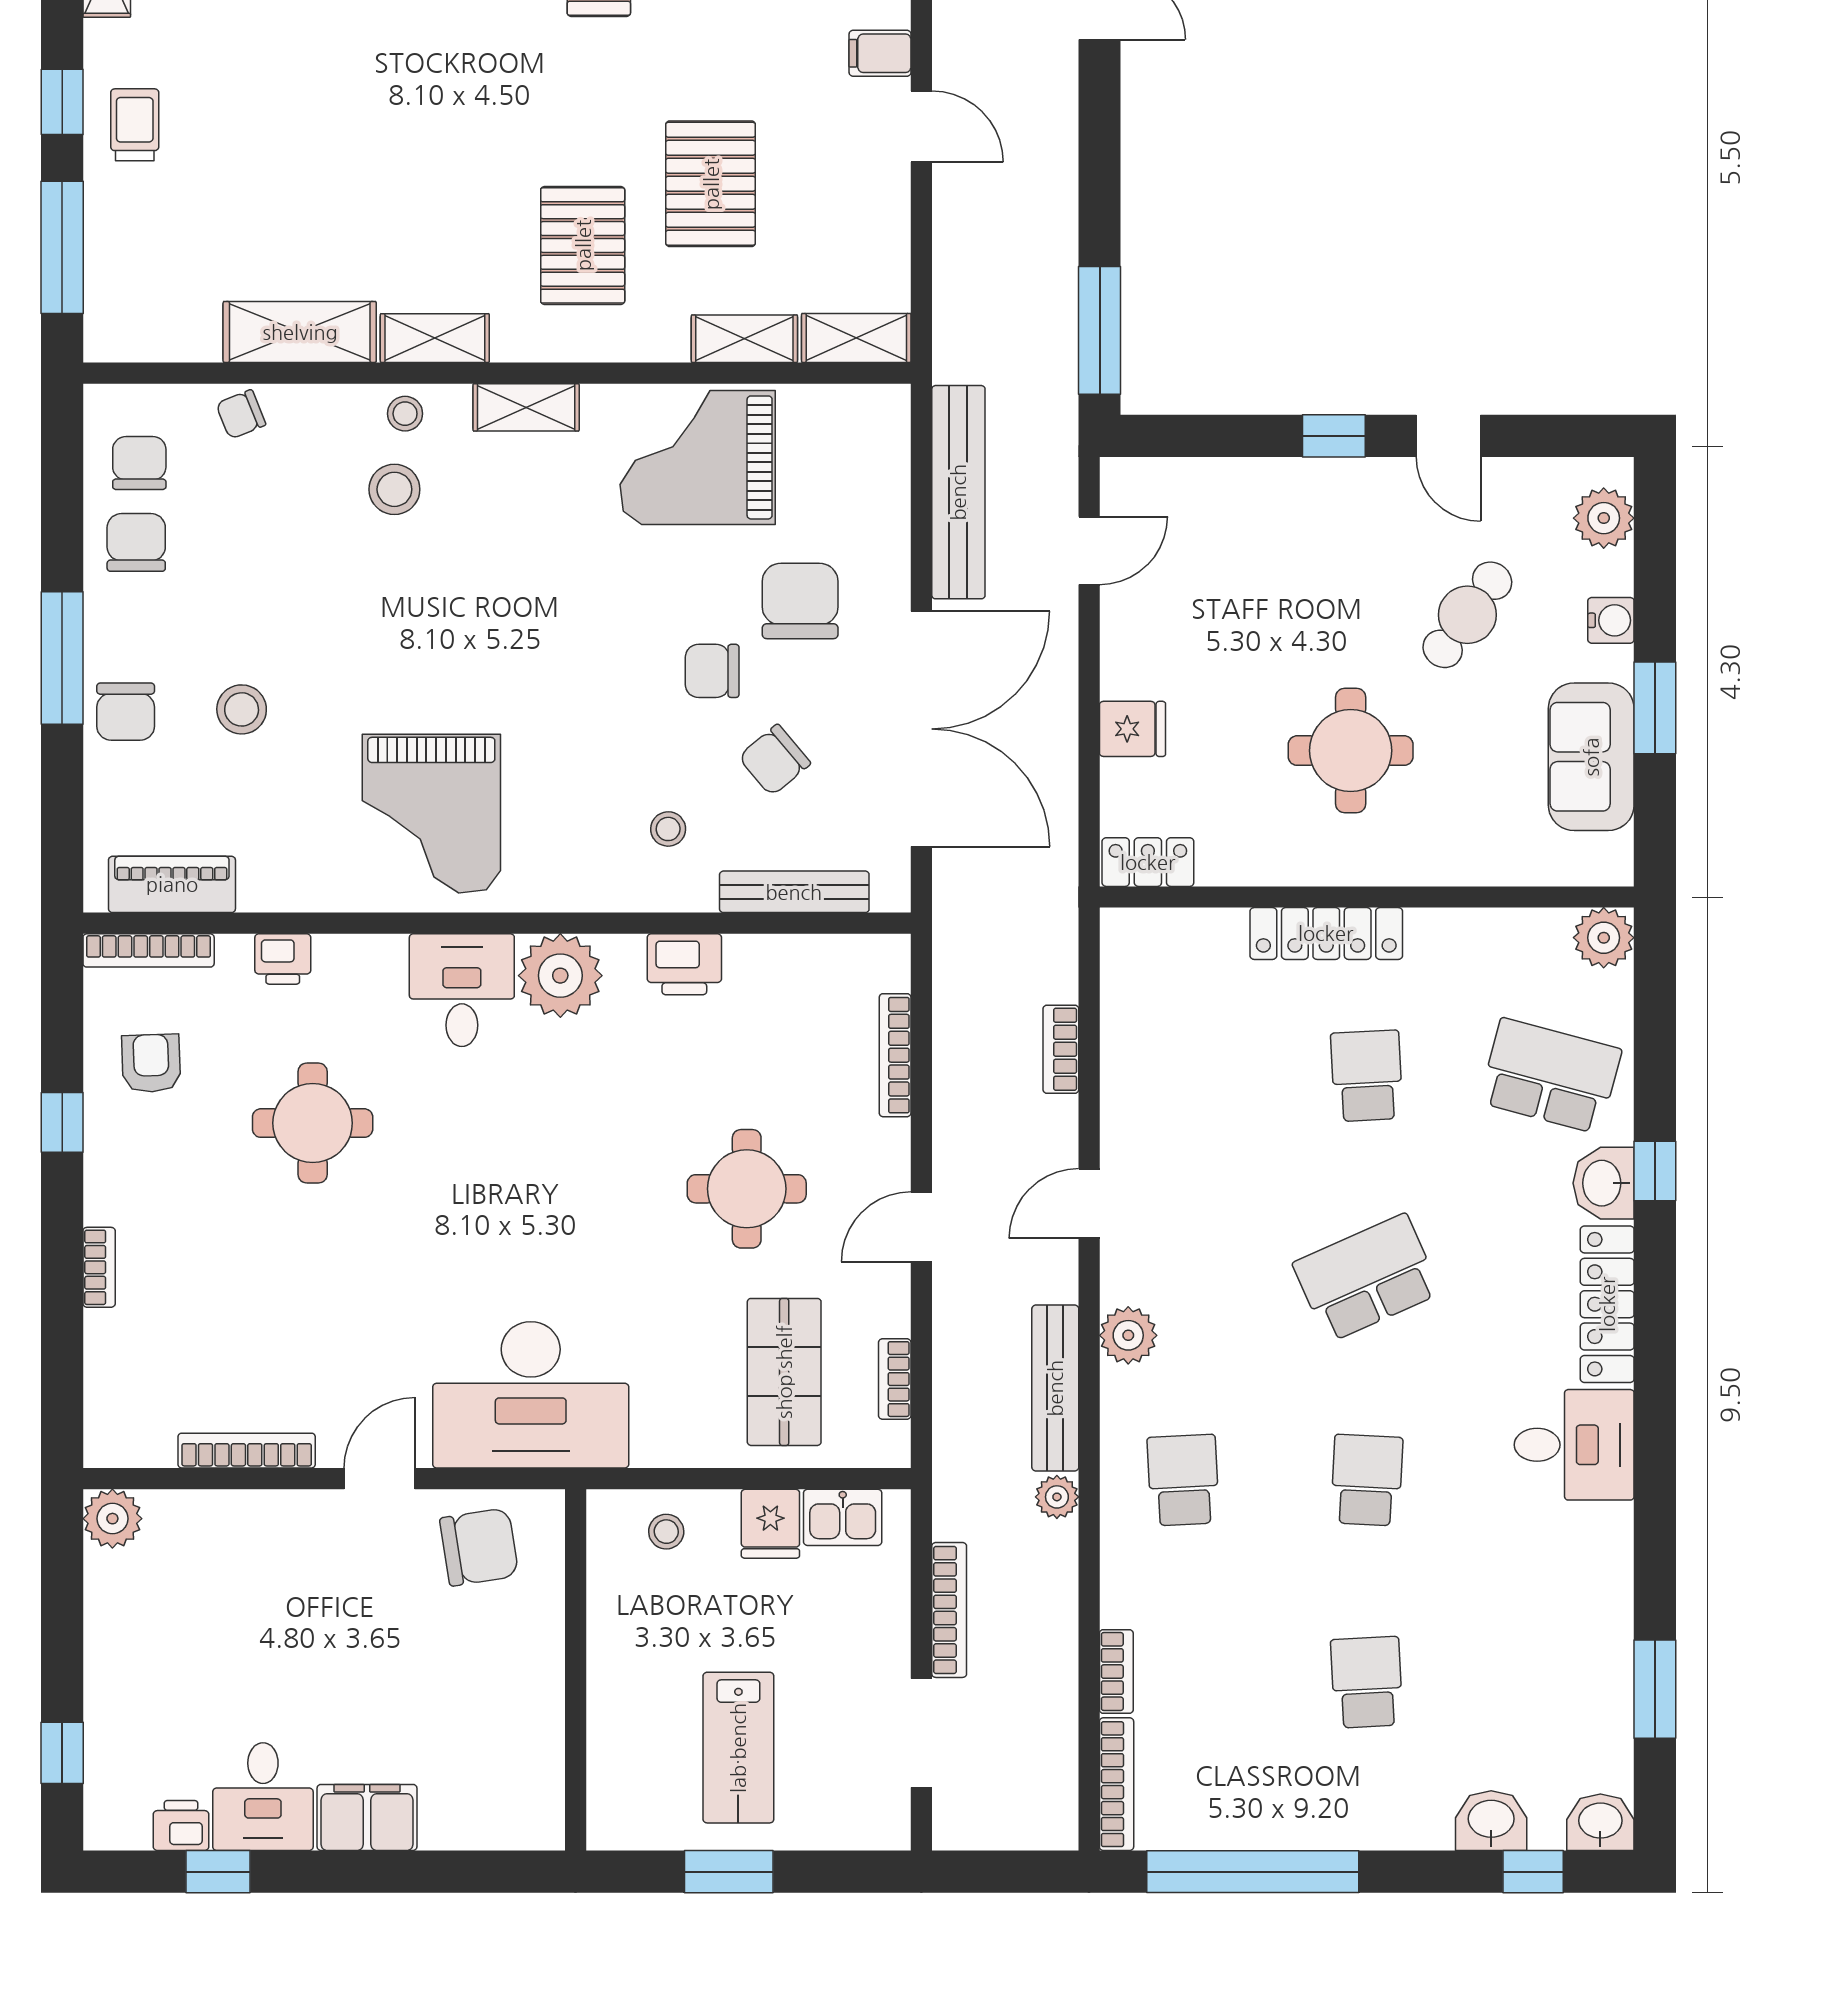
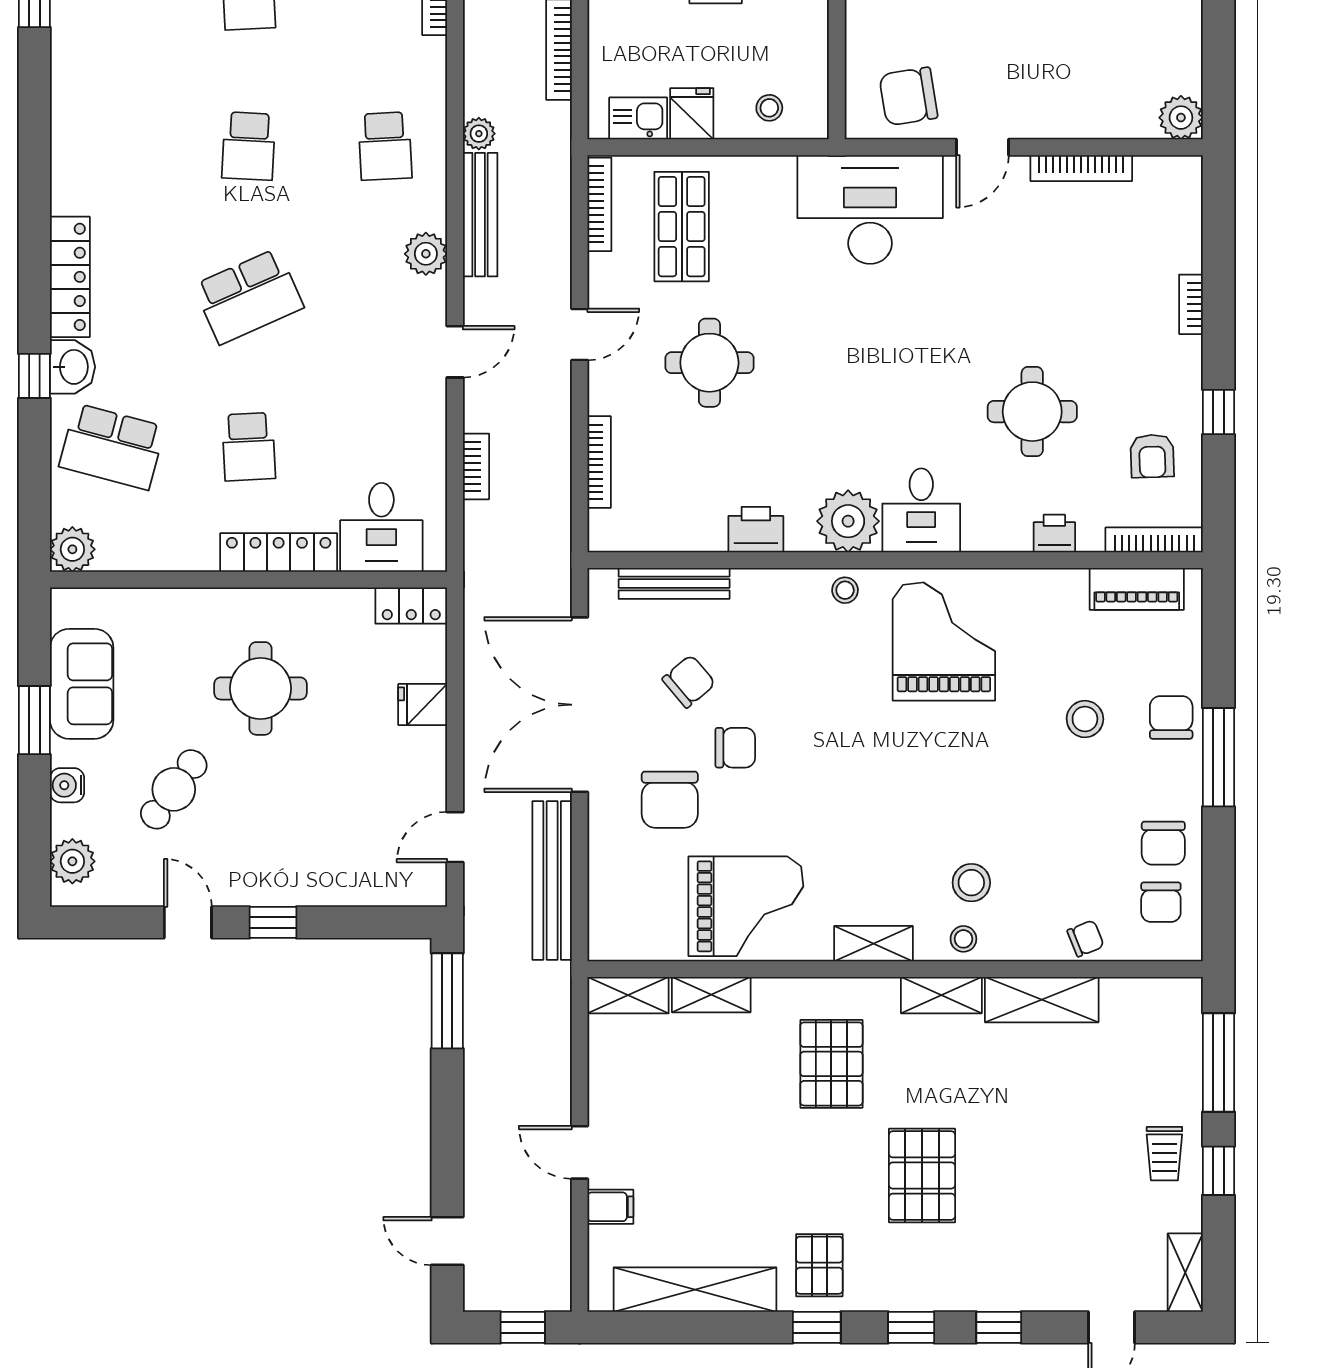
pallet: (711, 184) -> (922, 1176), moved
stool: (668, 829) -> (845, 590), moved
bookcase: (895, 1379) -> (599, 204), width x1.56
desk: (1574, 1445) -> (381, 527), moved, turned -90

